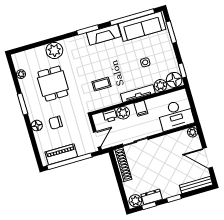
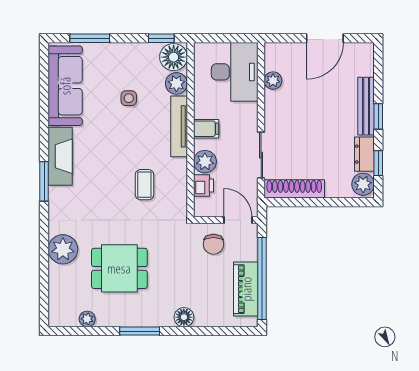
window: (132, 17) -> (44, 98), removed
chair: (56, 123) -> (213, 244), moved
plant: (193, 132) -> (273, 81), moved
bench: (196, 185) -> (366, 106), moved

